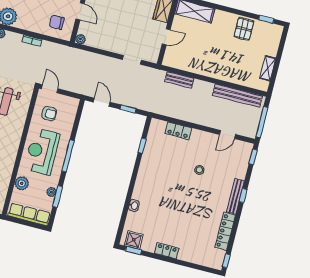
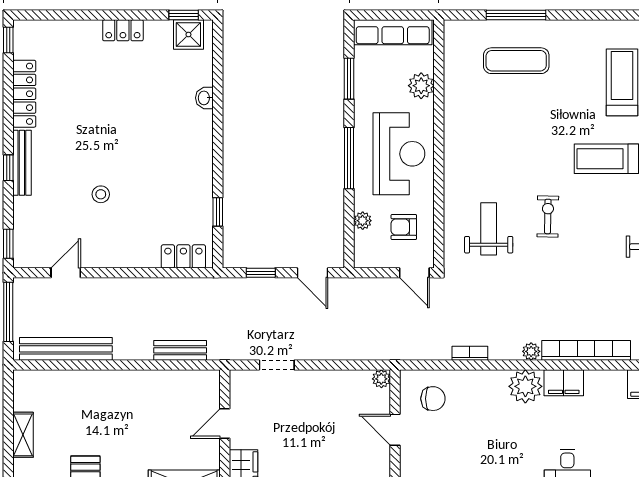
shelving: (268, 68) -> (23, 435), moved
locker: (178, 131) -> (183, 256), moved
plant: (51, 192) -> (363, 221), moved

